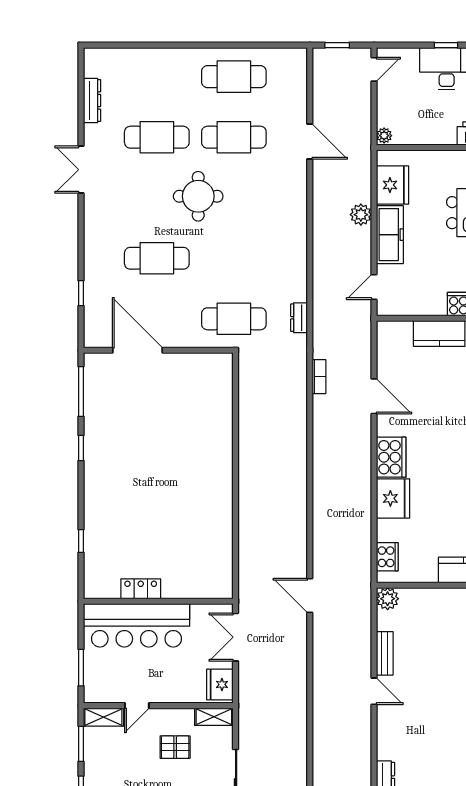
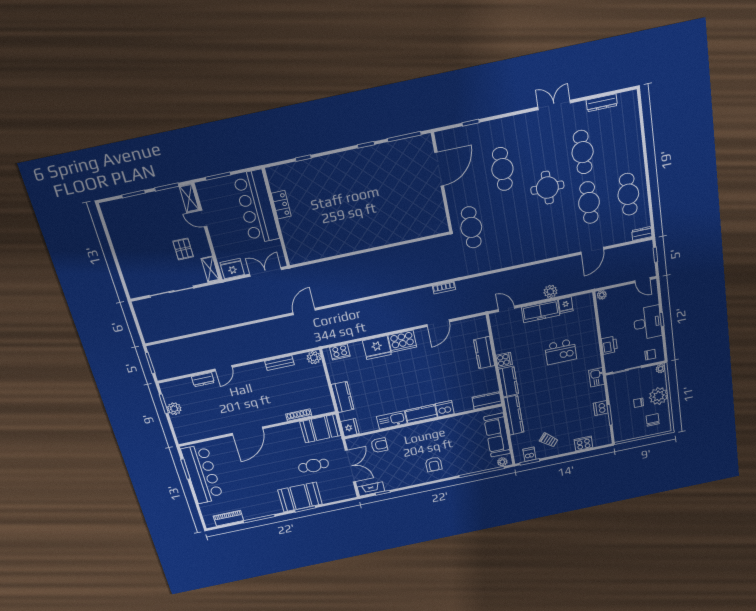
fridge: (393, 185) -> (566, 305), width x0.53, depth x0.75
dresser: (299, 318) -> (642, 234), moved
door: (374, 691) -> (224, 368), moved

